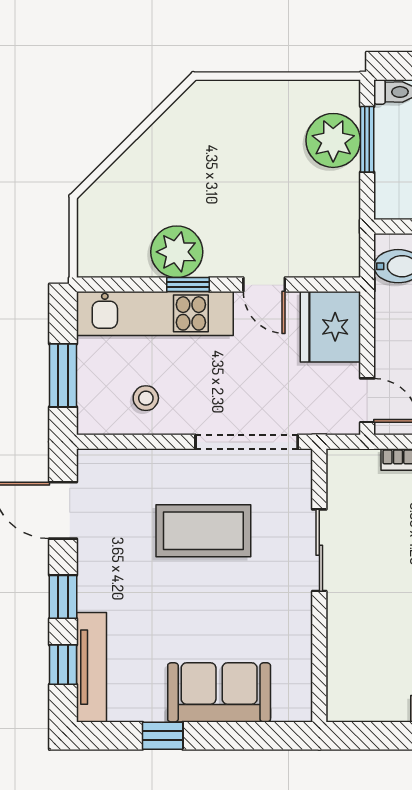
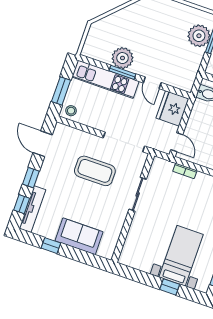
window: (188, 285) -> (122, 72), width x1.50
stool: (146, 398) -> (71, 111), moved

